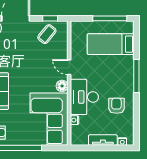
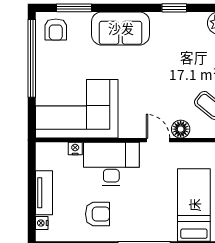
door: (69, 67) -> (158, 140), hinge flipped
floor lamp: (62, 86) -> (181, 129), moved

